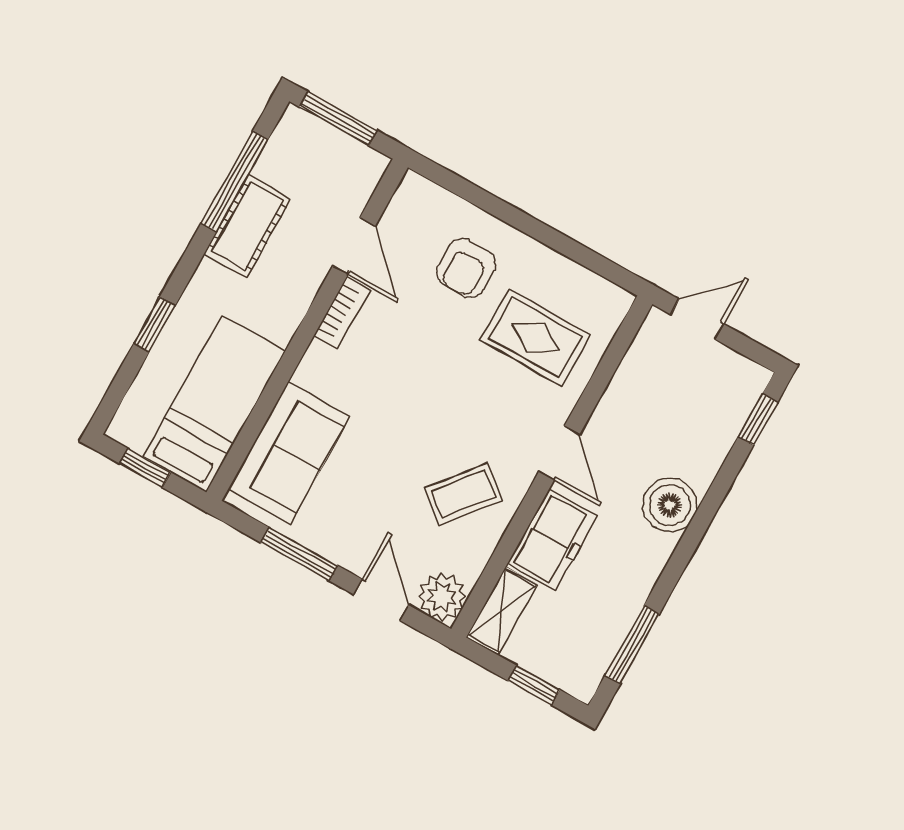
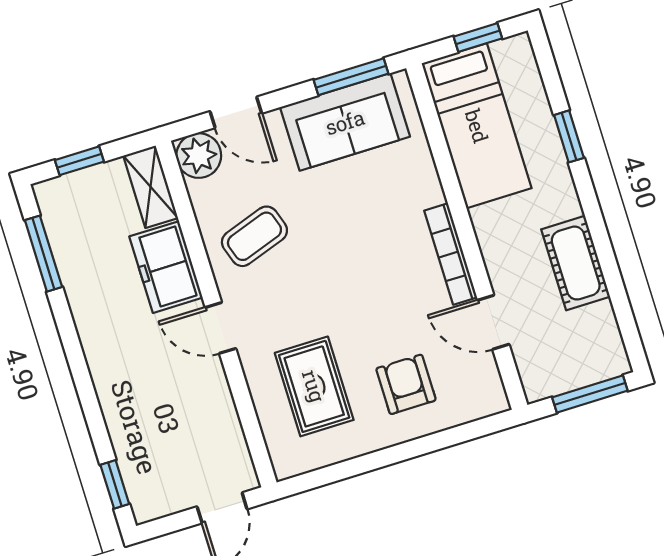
window: (234, 182) -> (614, 283), removed
bookcase: (342, 313) -> (451, 254), width x1.56
rug: (535, 337) -> (314, 386), turned 90
sofa: (289, 453) -> (345, 122), moved, turned -90
coffee table: (463, 494) -> (254, 236), turned 32
boiler: (670, 505) -> (114, 369), removed
window: (299, 554) -> (351, 77), moved

